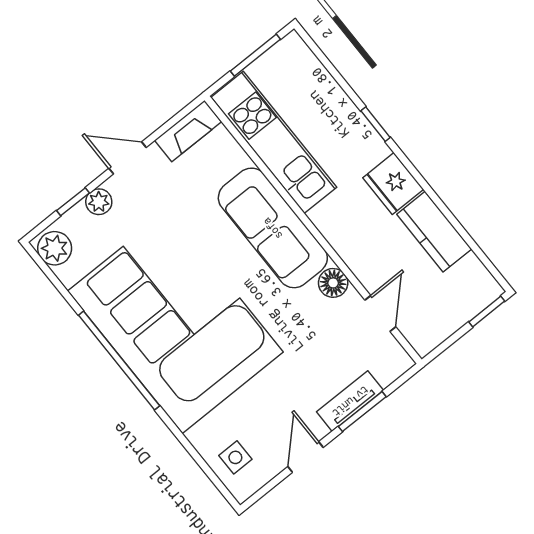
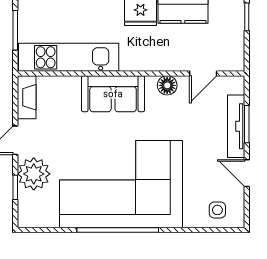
plant: (99, 202) -> (34, 174), width x1.88, depth x1.88
sofa: (273, 228) -> (113, 94), width x0.73
plant: (55, 248) -> (32, 217), removed
door: (380, 313) -> (203, 73), swing flipped
tv unit: (350, 401) -> (236, 126), width x1.41

